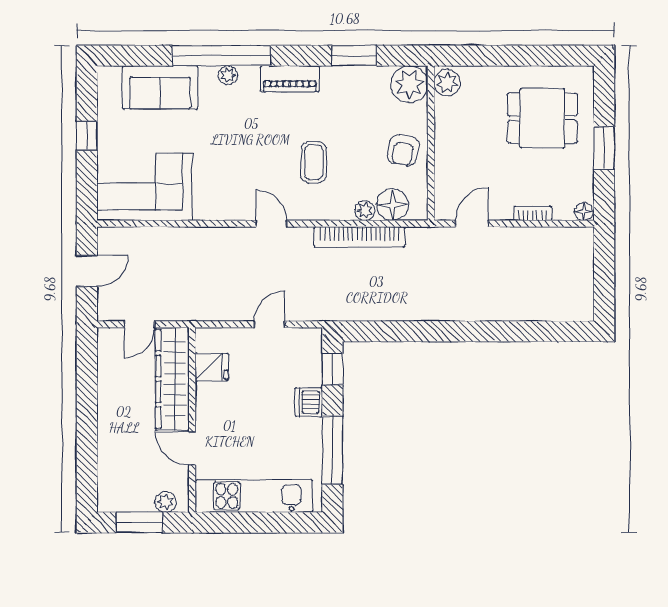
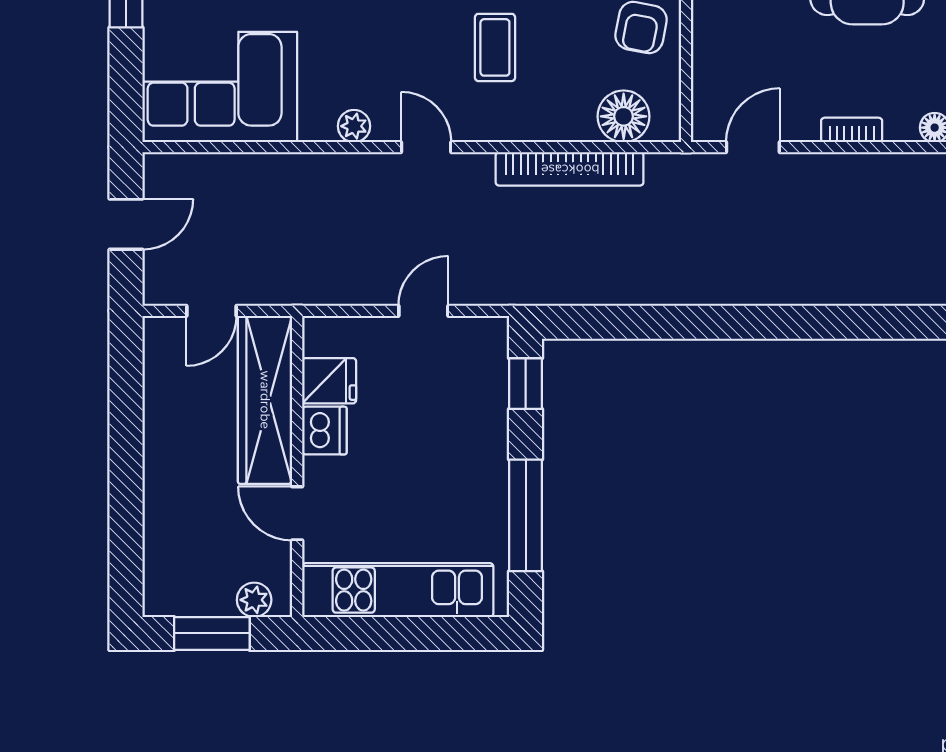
plant: (365, 211) -> (354, 126), moved
dishwasher: (309, 402) -> (324, 431), moved, turned 180

